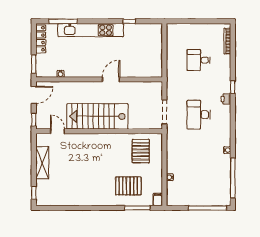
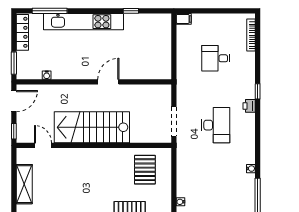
filing cabinet: (172, 28) -> (184, 19), added
desk: (199, 115) -> (216, 125), turned 180

